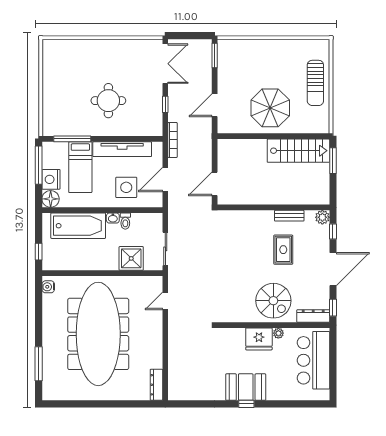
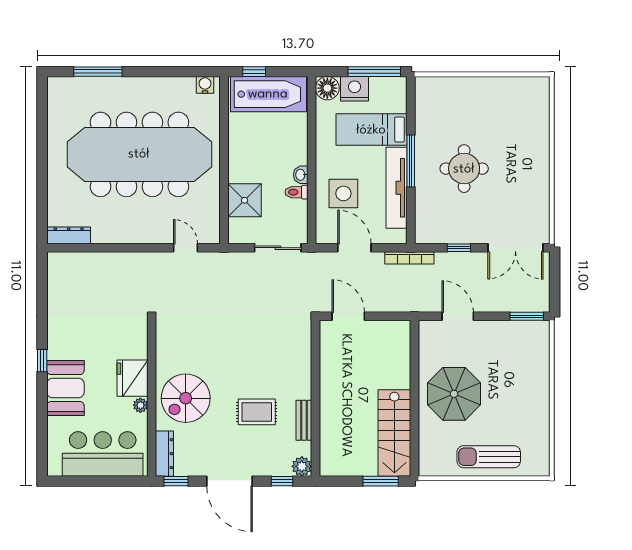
window: (72, 139) -> (411, 161), moved
bathtub: (78, 226) -> (268, 94), moved, turned -90
sliding door: (165, 249) -> (278, 248), moved
booth: (246, 387) -> (65, 388), moved

